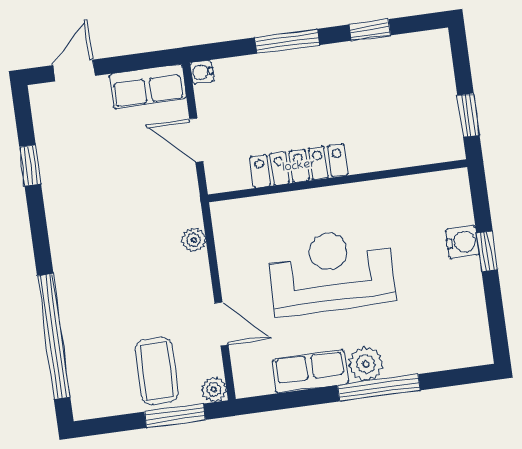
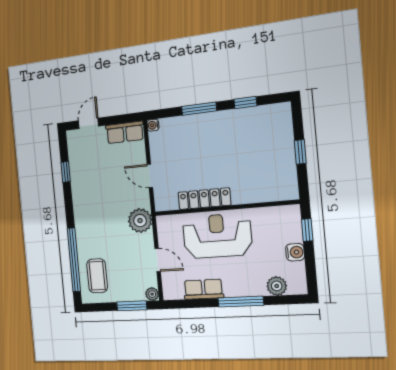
door: (196, 140) -> (150, 176), moved
locker: (299, 166) -> (204, 199), moved
wall: (338, 181) -> (225, 208), moved
plant: (194, 240) -> (140, 221), width x1.88, depth x1.88
water cooler: (462, 242) -> (295, 252), moved
plant: (366, 364) -> (277, 286), moved
coffee table: (157, 371) -> (97, 276), moved

